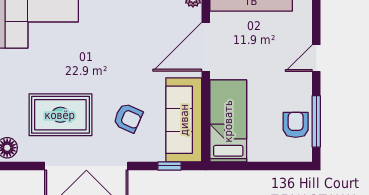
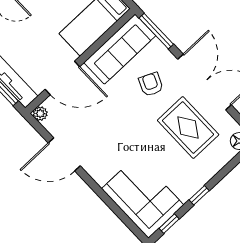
window: (170, 166) -> (156, 31), width x2.17

